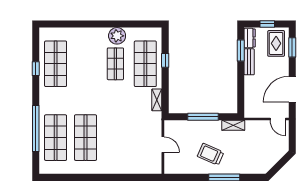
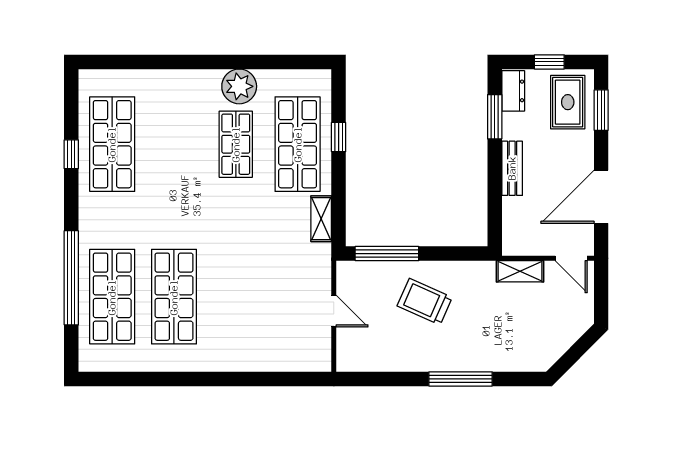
bench: (249, 62) -> (512, 168), moved
window: (203, 117) -> (387, 254), moved
shelving: (233, 125) -> (520, 271), moved
trolley: (211, 154) -> (425, 302), moved

